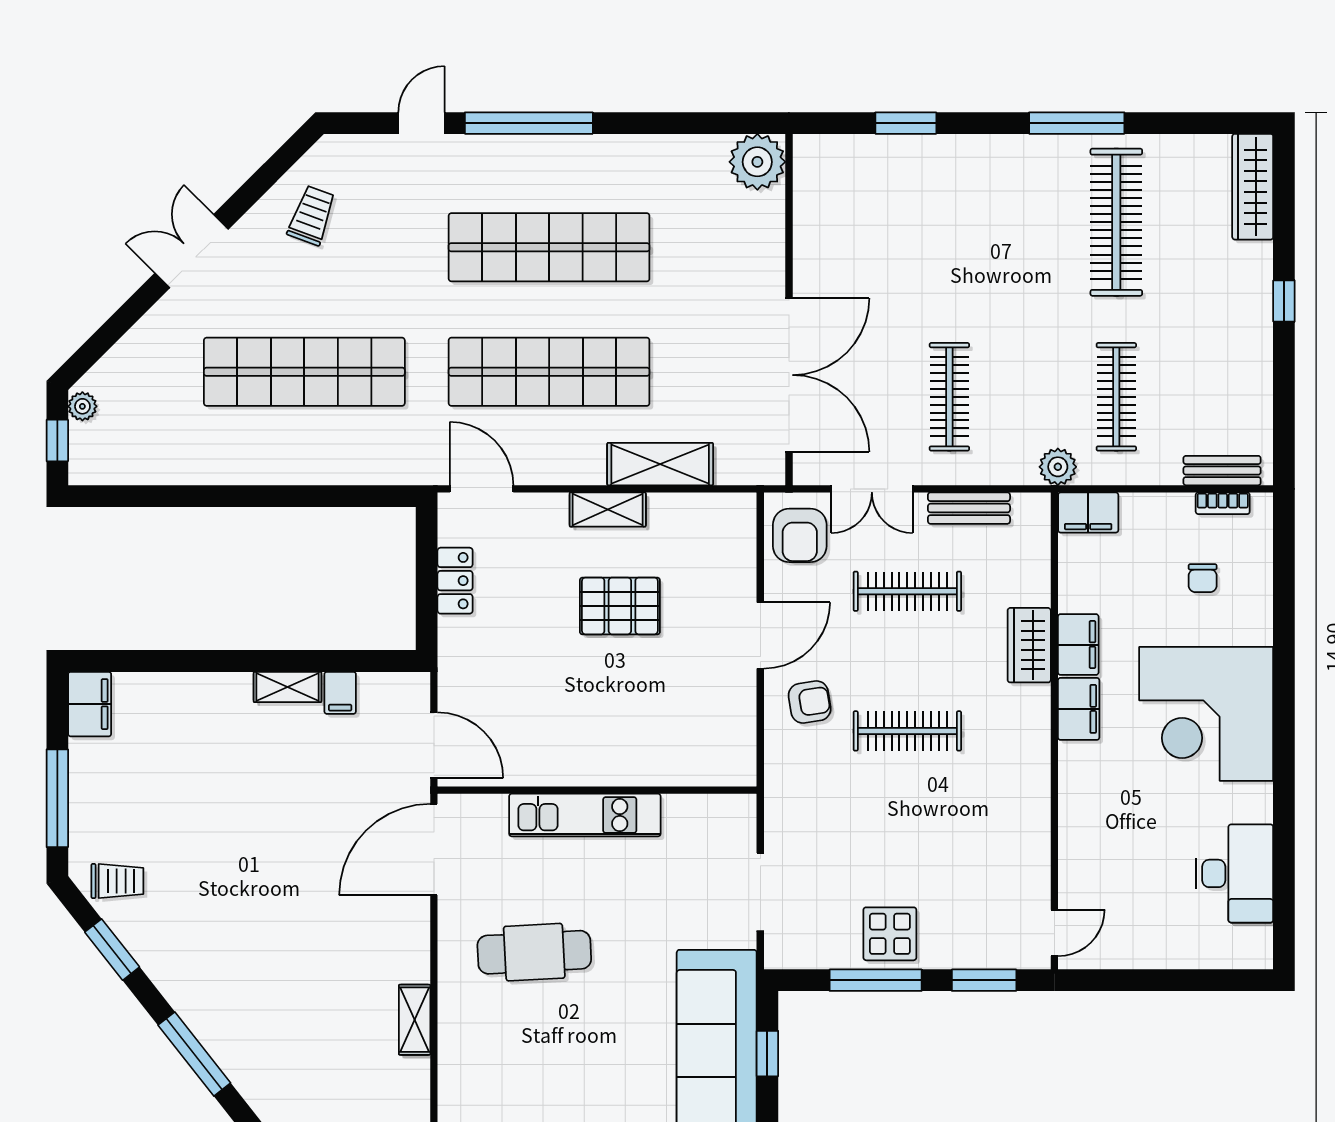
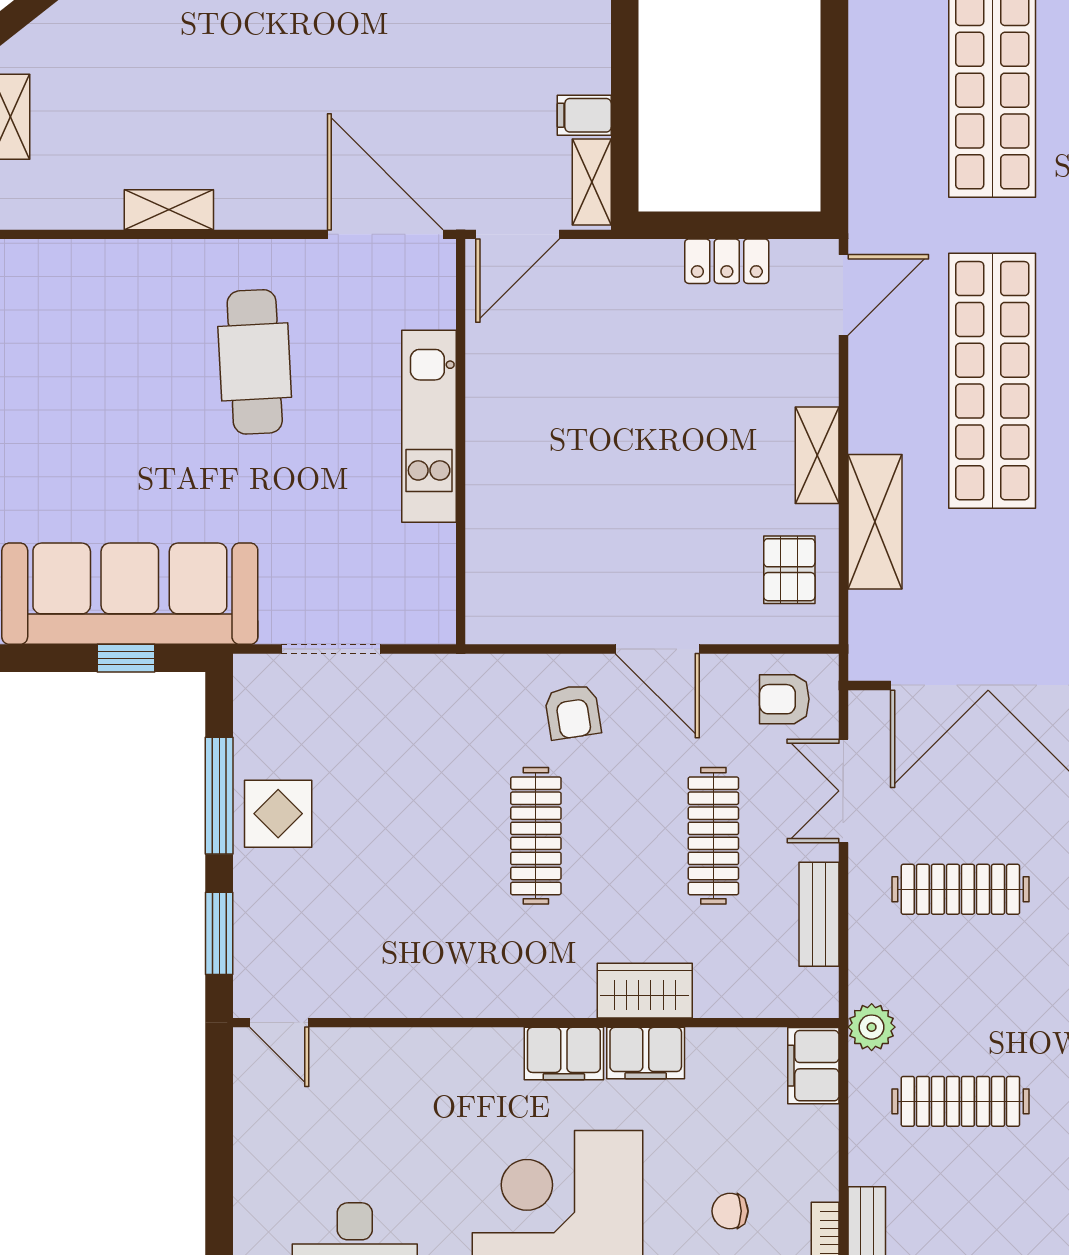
armchair: (800, 535) -> (784, 699), width x0.72, depth x0.72
pallet: (620, 606) -> (789, 570), moved, width x0.67, depth x0.71
shelving: (288, 687) -> (592, 182), moved

